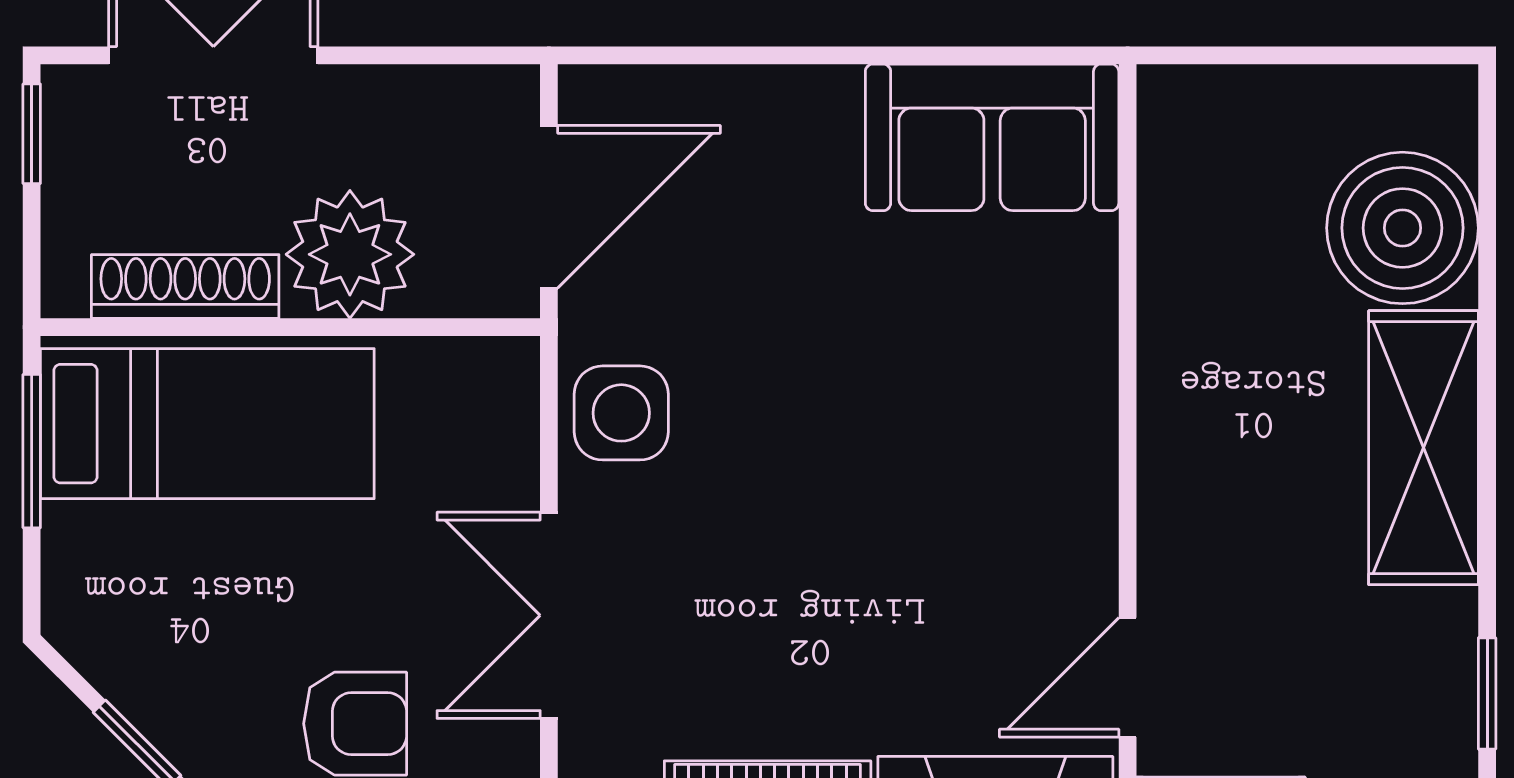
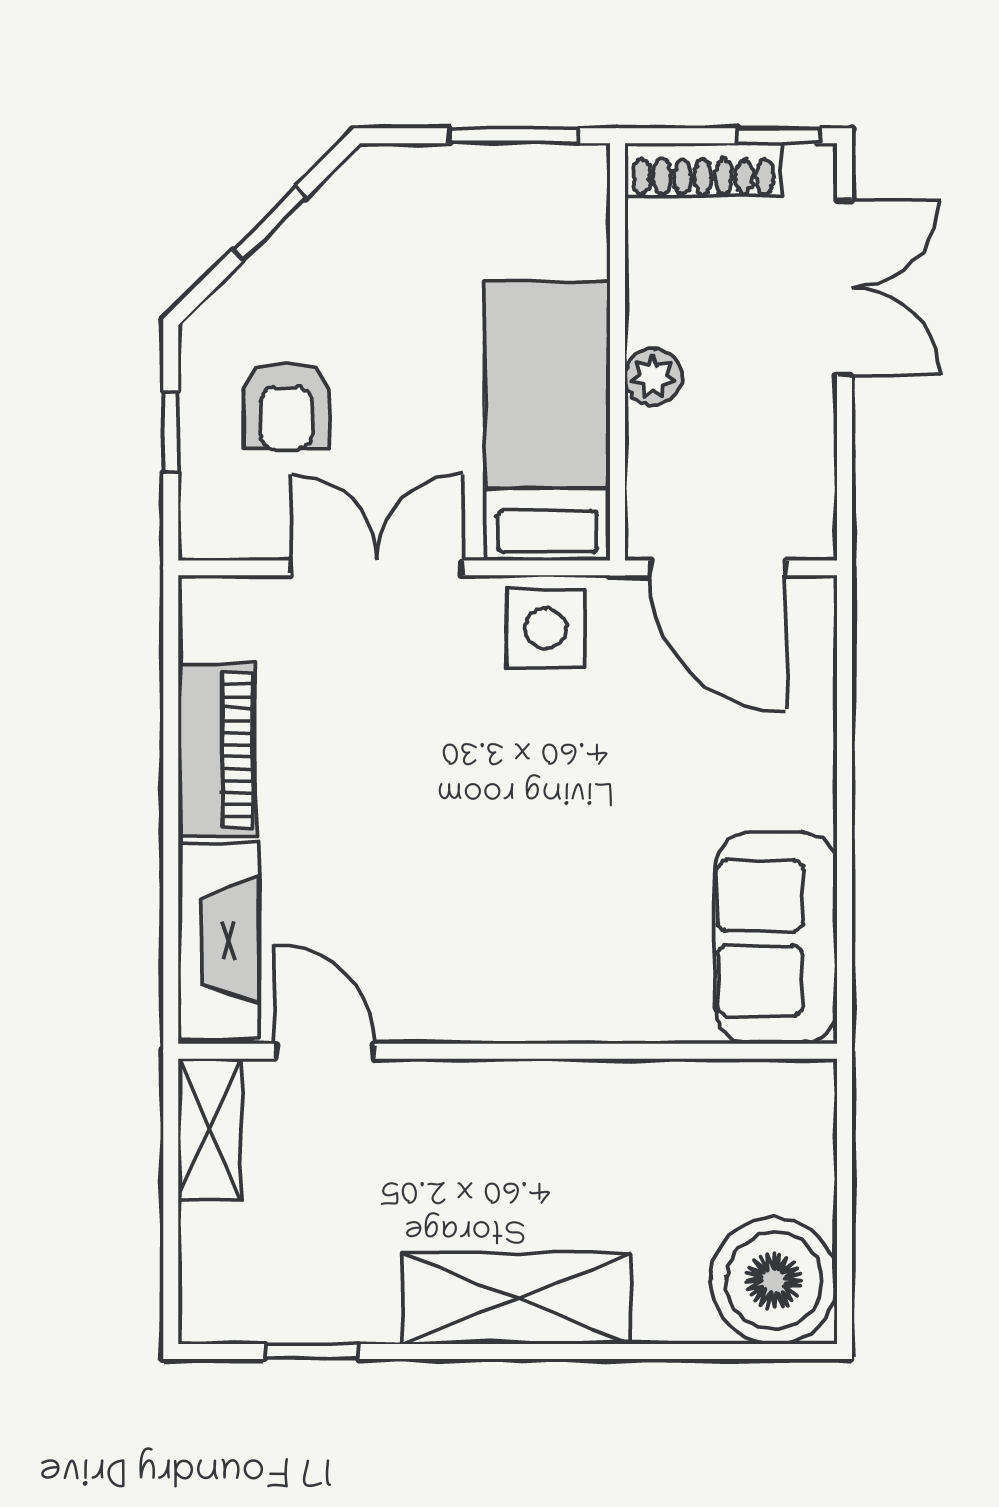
boiler: (1402, 228) -> (774, 1281), moved
plant: (350, 254) -> (653, 377), width x0.53, depth x0.53
shoe rack: (185, 286) -> (703, 170), moved, turned 90
bed: (207, 424) -> (547, 421), moved, turned 180

